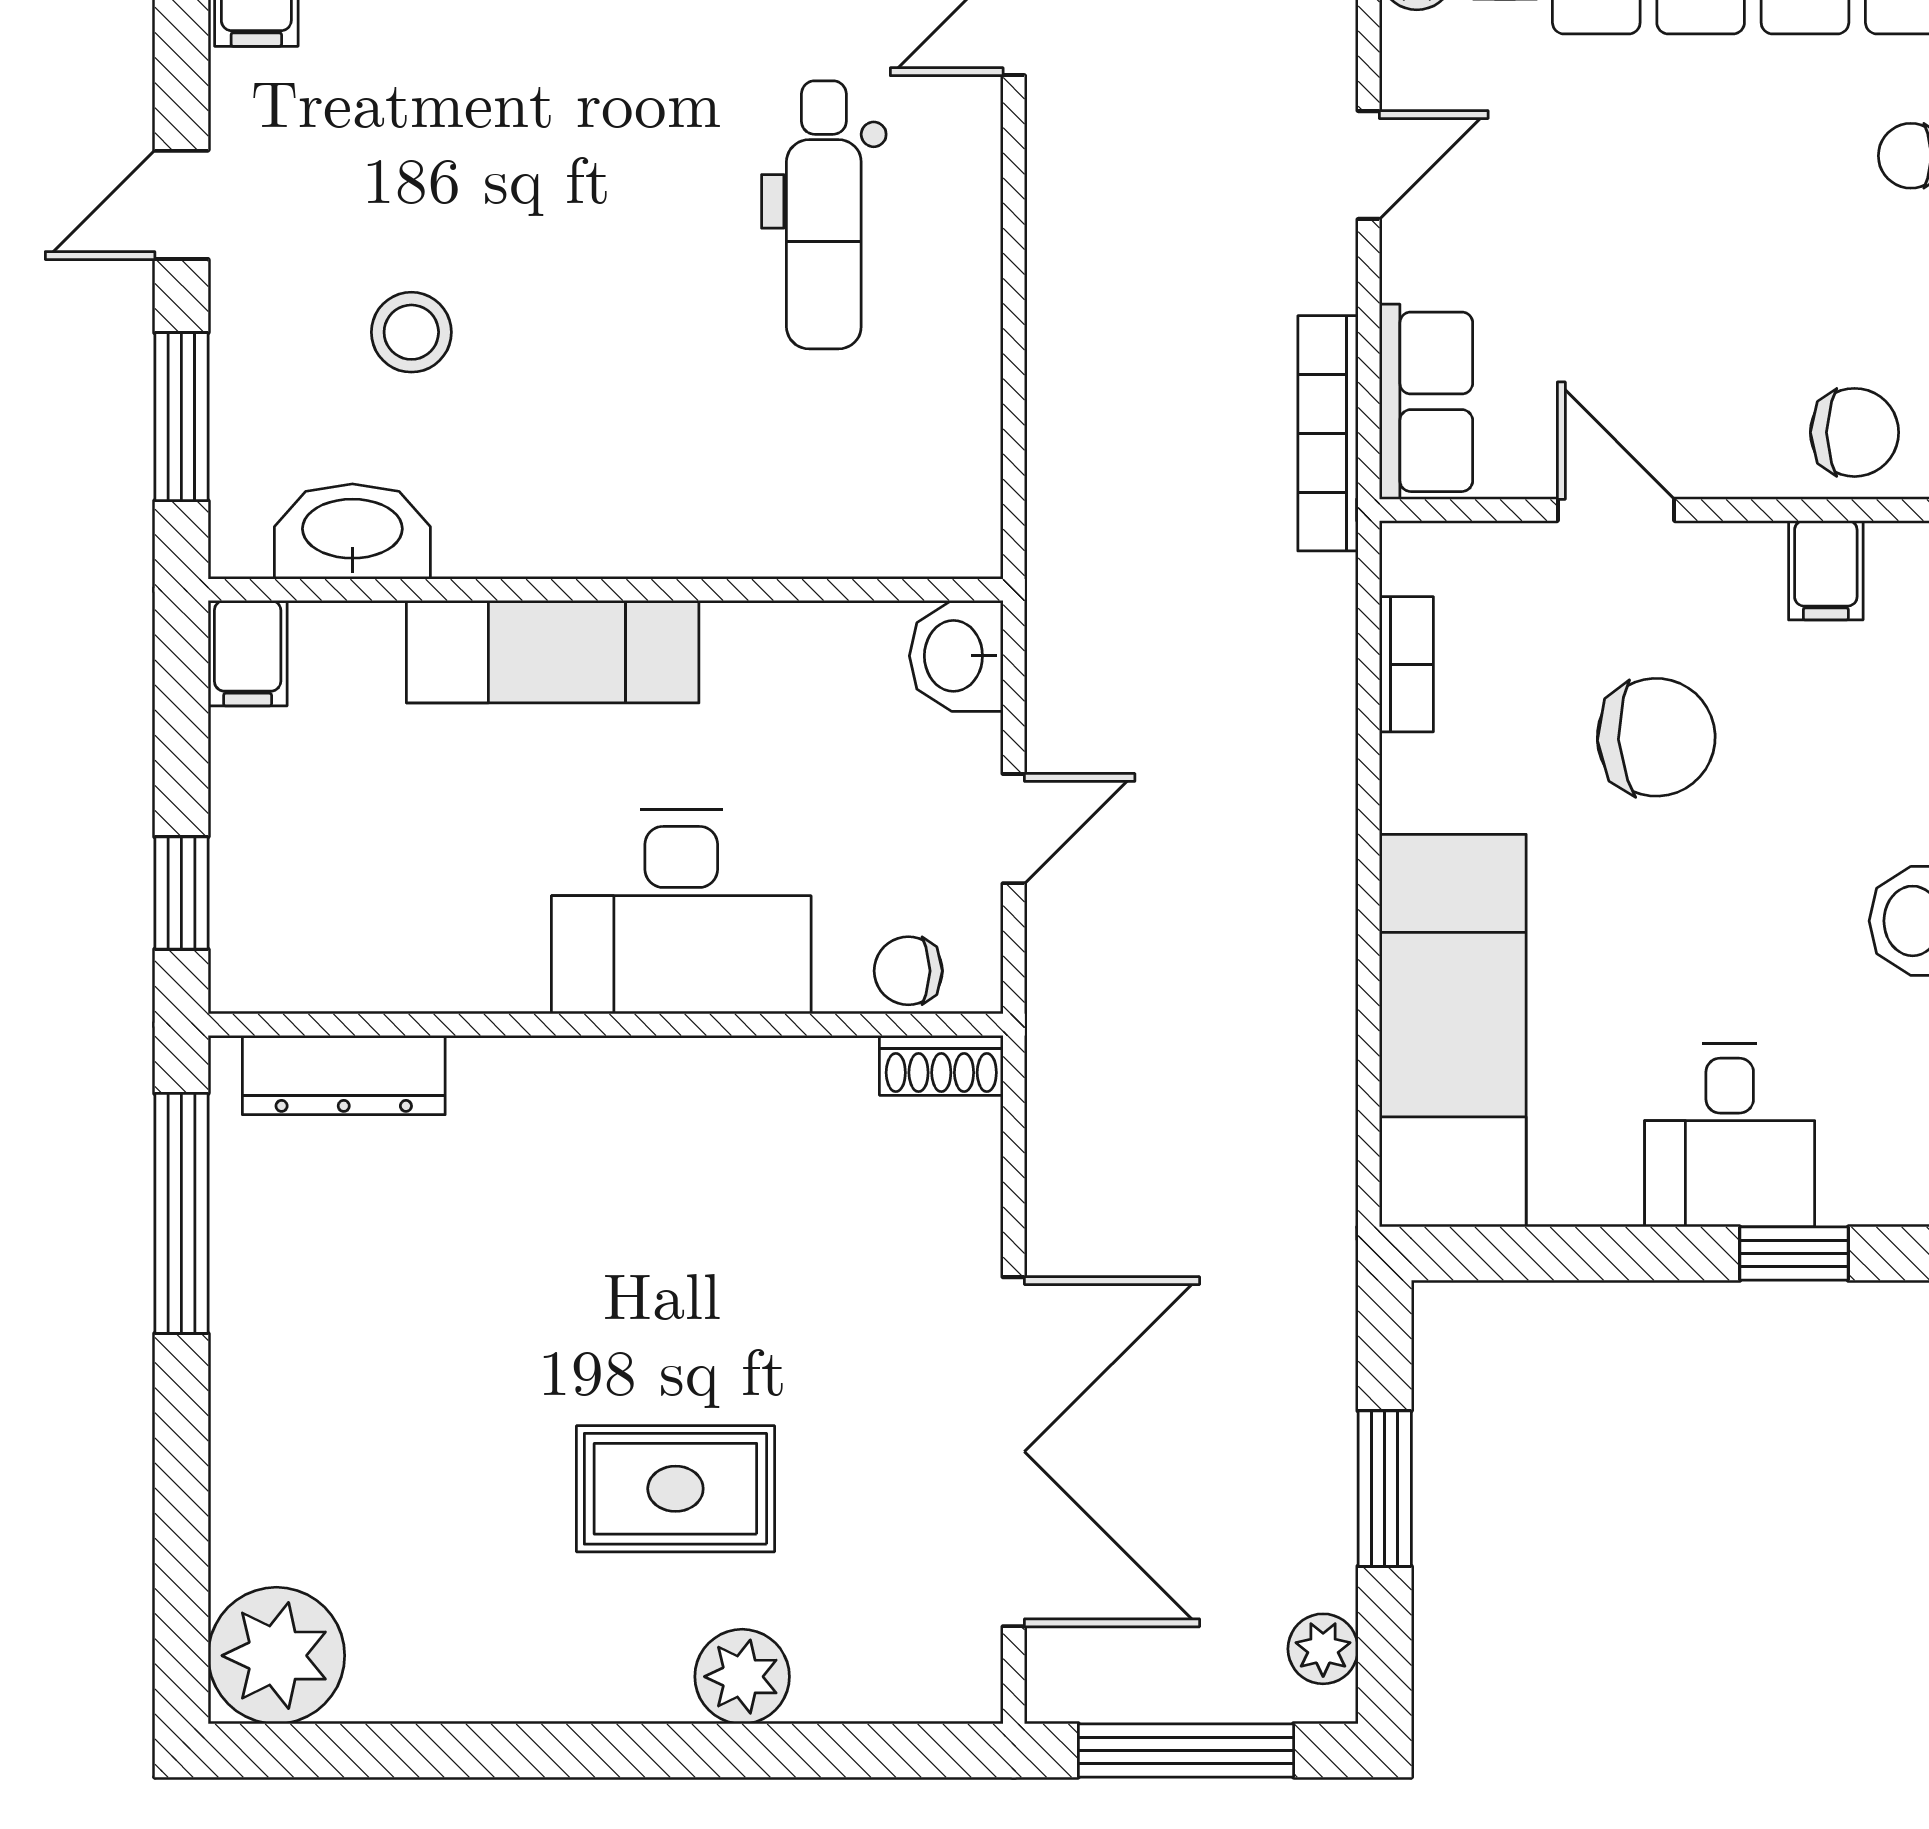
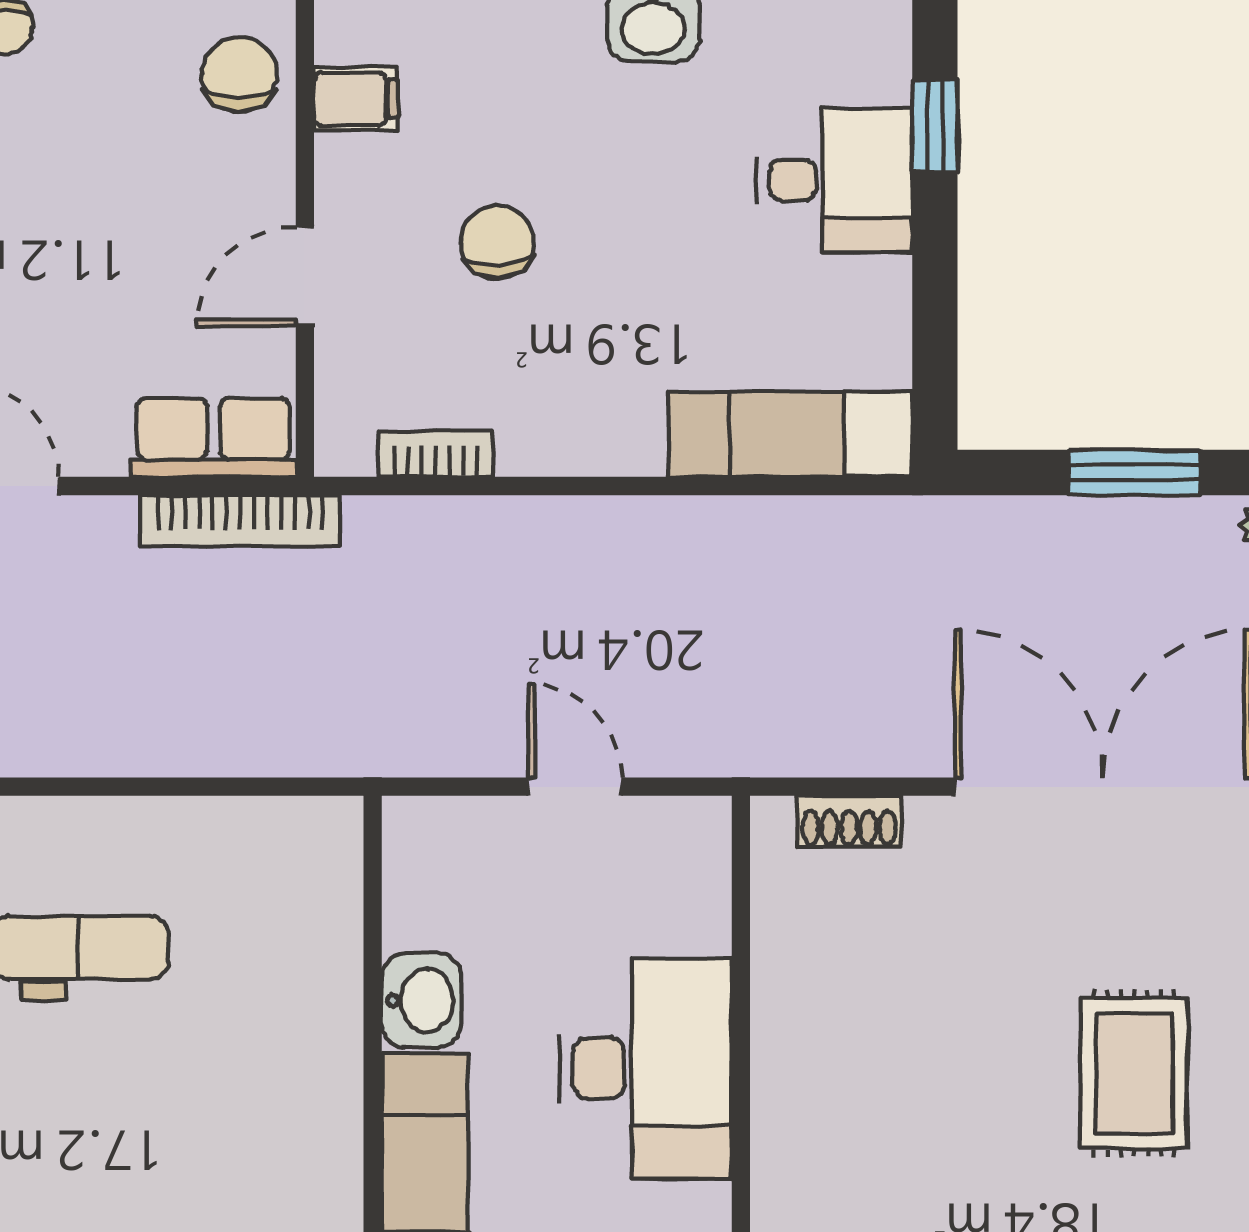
washbasin: (956, 656) -> (421, 1000), moved, turned -90
chair: (1656, 737) -> (498, 242), width x0.73, depth x0.73
chair: (908, 971) -> (695, 876), removed
exam couch: (1453, 1031) -> (790, 434), width x0.73, depth x0.69
shoe rack: (941, 1065) -> (849, 821), moved, turned 90

